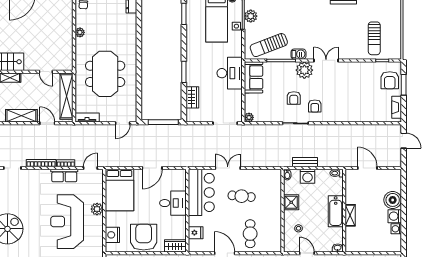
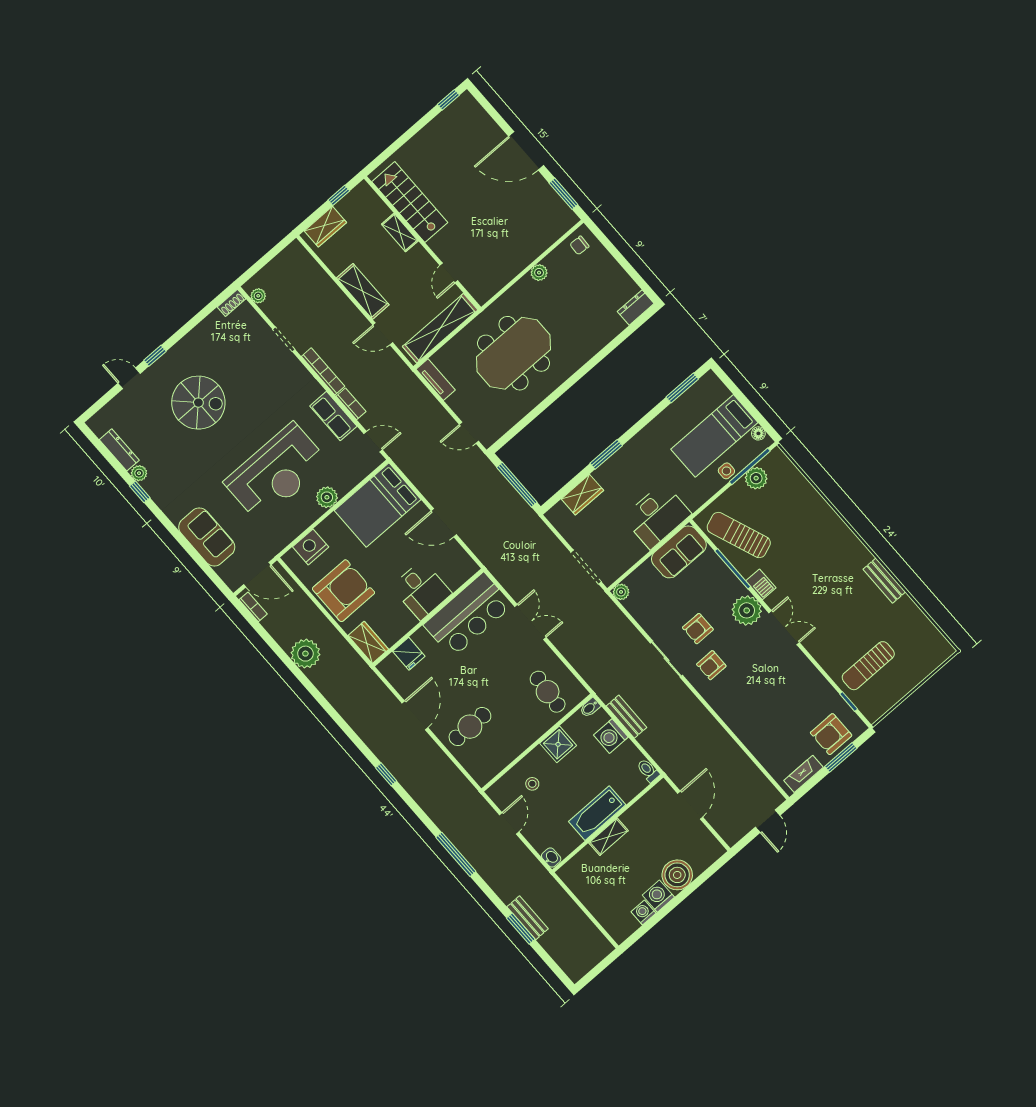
door: (47, 123) -> (383, 334), swing flipped
cafe table: (242, 196) -> (548, 692), moved
reception desk: (67, 222) -> (276, 472), turned 180

